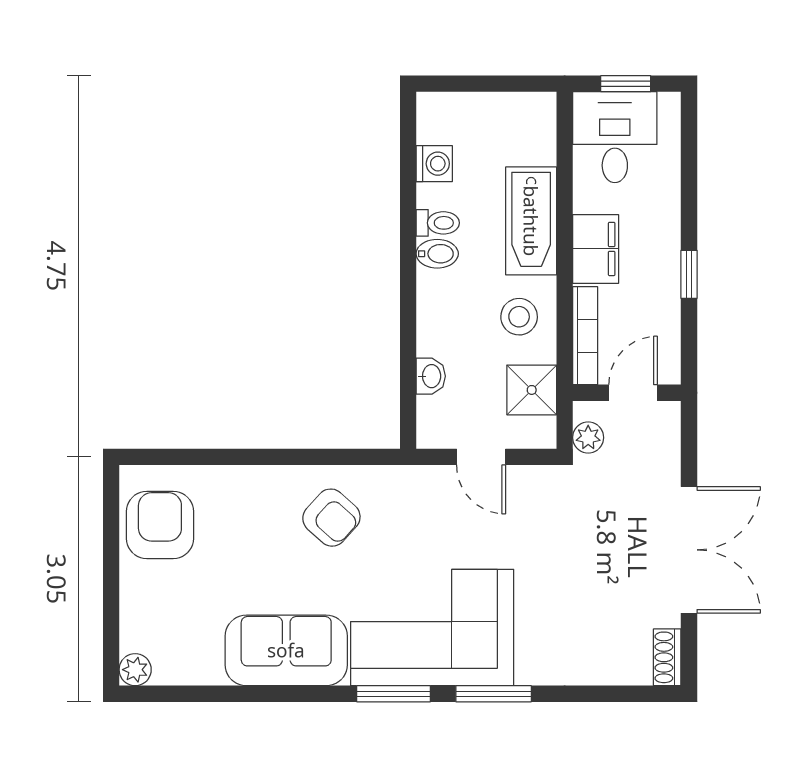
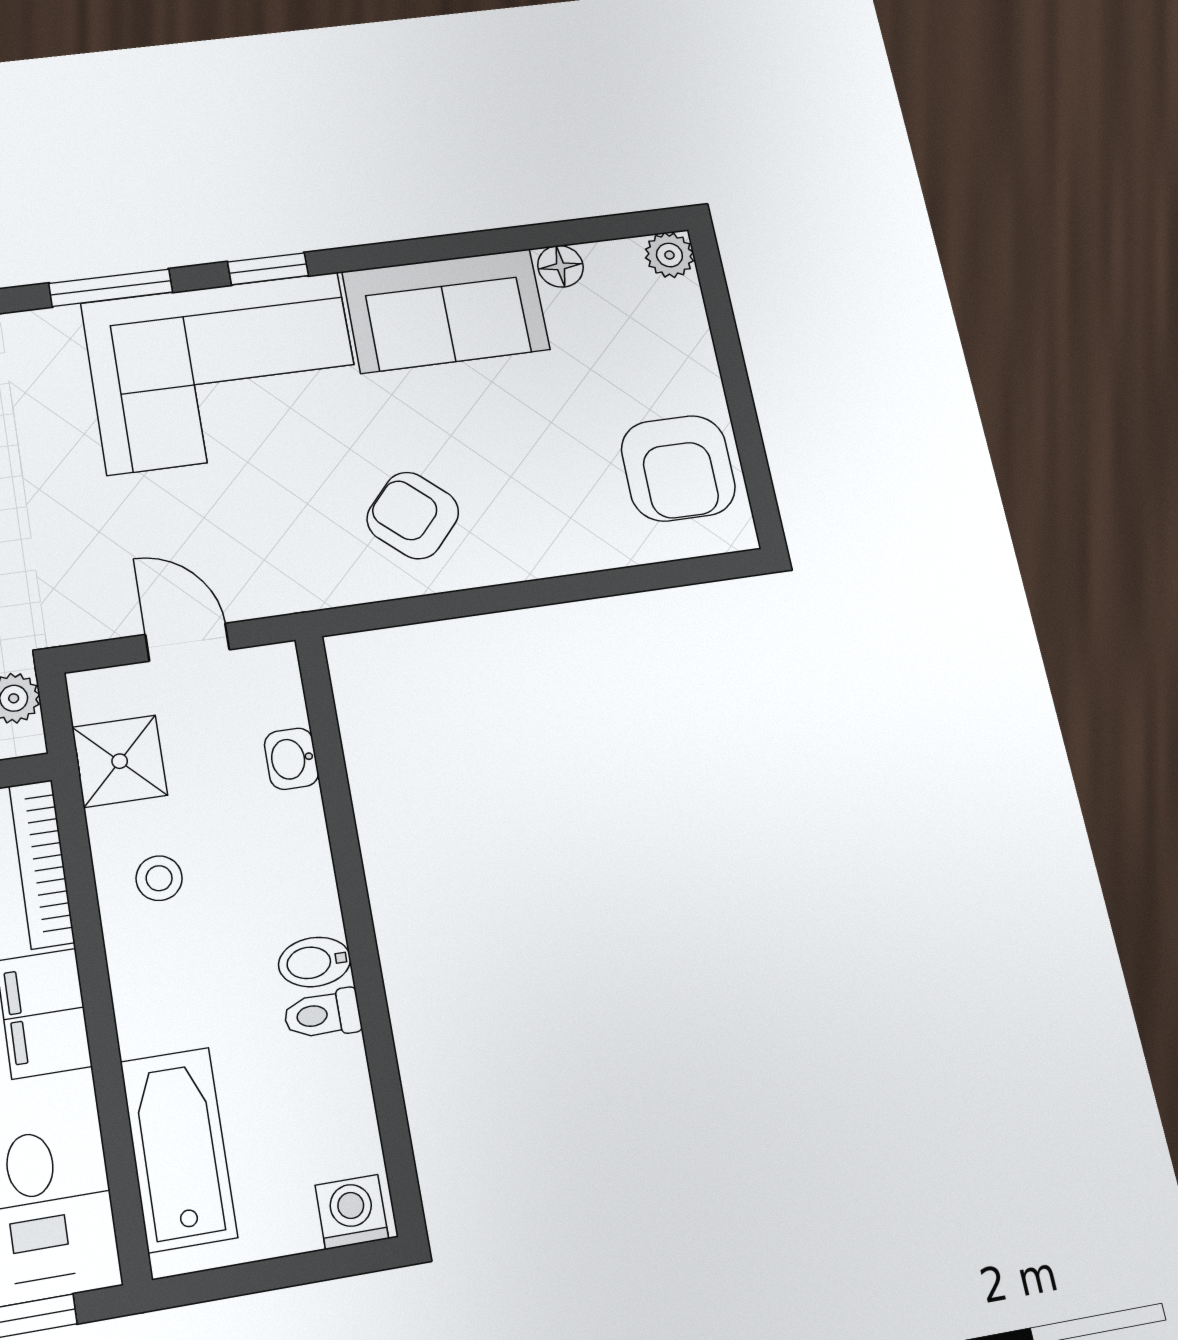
washing machine: (434, 164) -> (352, 1212), moved, turned 90
bathtub: (531, 221) -> (179, 1149), moved
stool: (519, 317) -> (159, 878), width x0.73, depth x0.73
floor lamp: (207, 671) -> (560, 266), added
window: (394, 694) -> (268, 269), width x0.67

